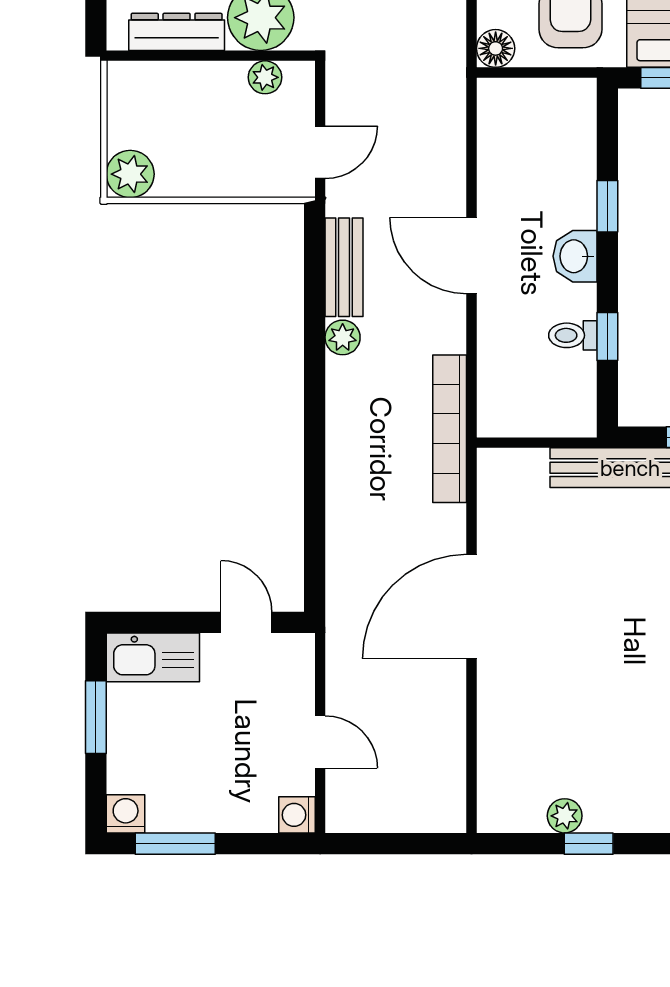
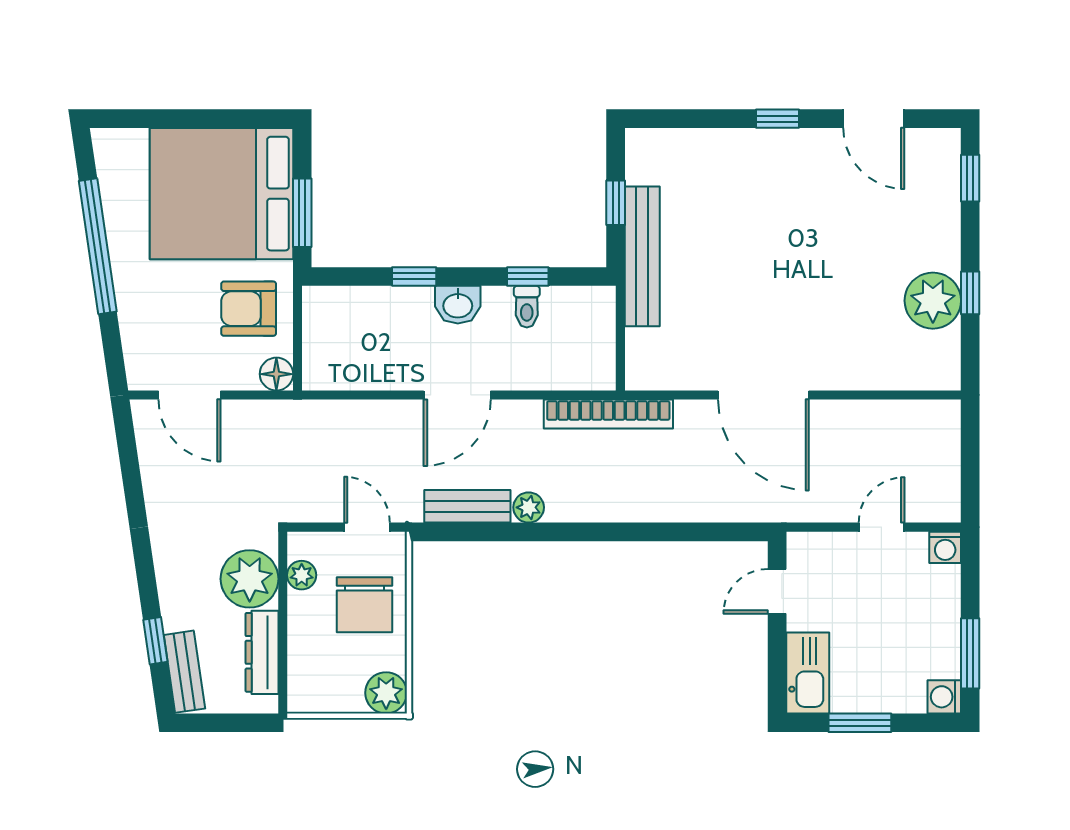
chair: (231, 149) -> (365, 605), added
plant: (565, 816) -> (933, 301), width x1.87, depth x1.87

